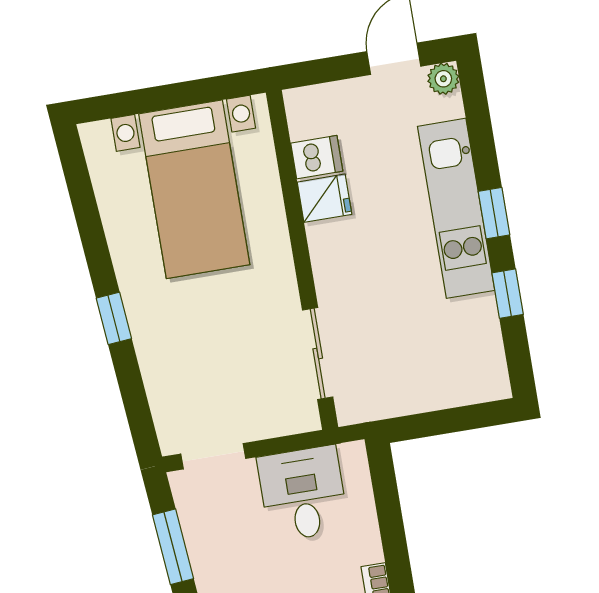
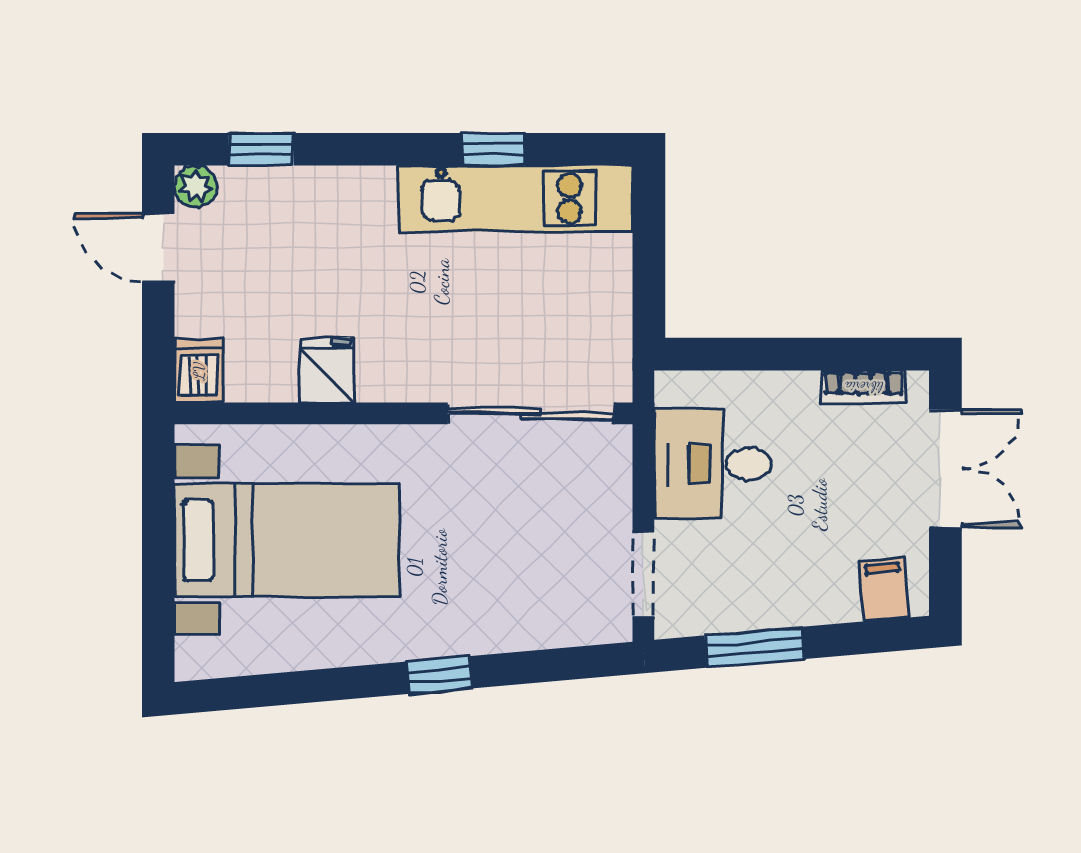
dishwasher: (317, 157) -> (199, 371), moved
kitchen unit: (456, 208) -> (516, 198), moved
window: (494, 213) -> (261, 149), moved
sliding door: (318, 353) -> (531, 413), width x1.37

